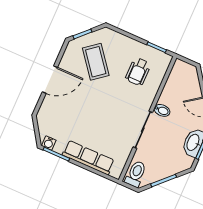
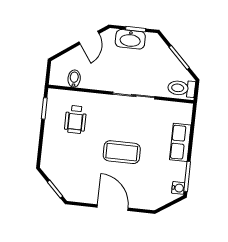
coffee table: (96, 62) -> (122, 152), moved, turned 38
wheelchair: (138, 72) -> (75, 119), turned 90
bidet: (162, 110) -> (74, 79), moved
row of seats: (88, 158) -> (180, 142), width x0.68

